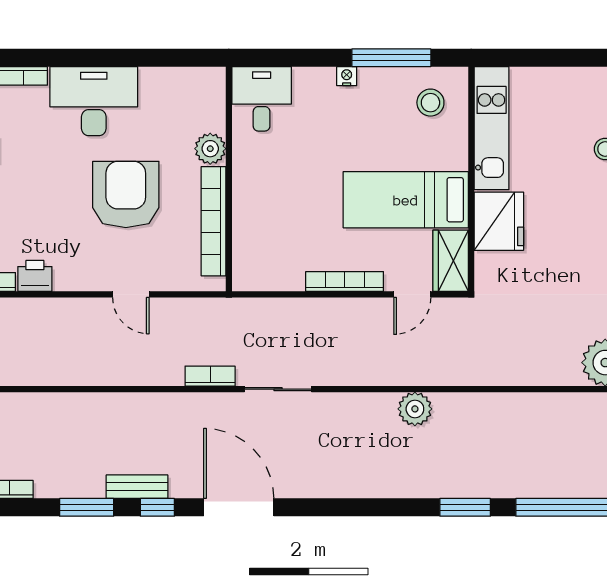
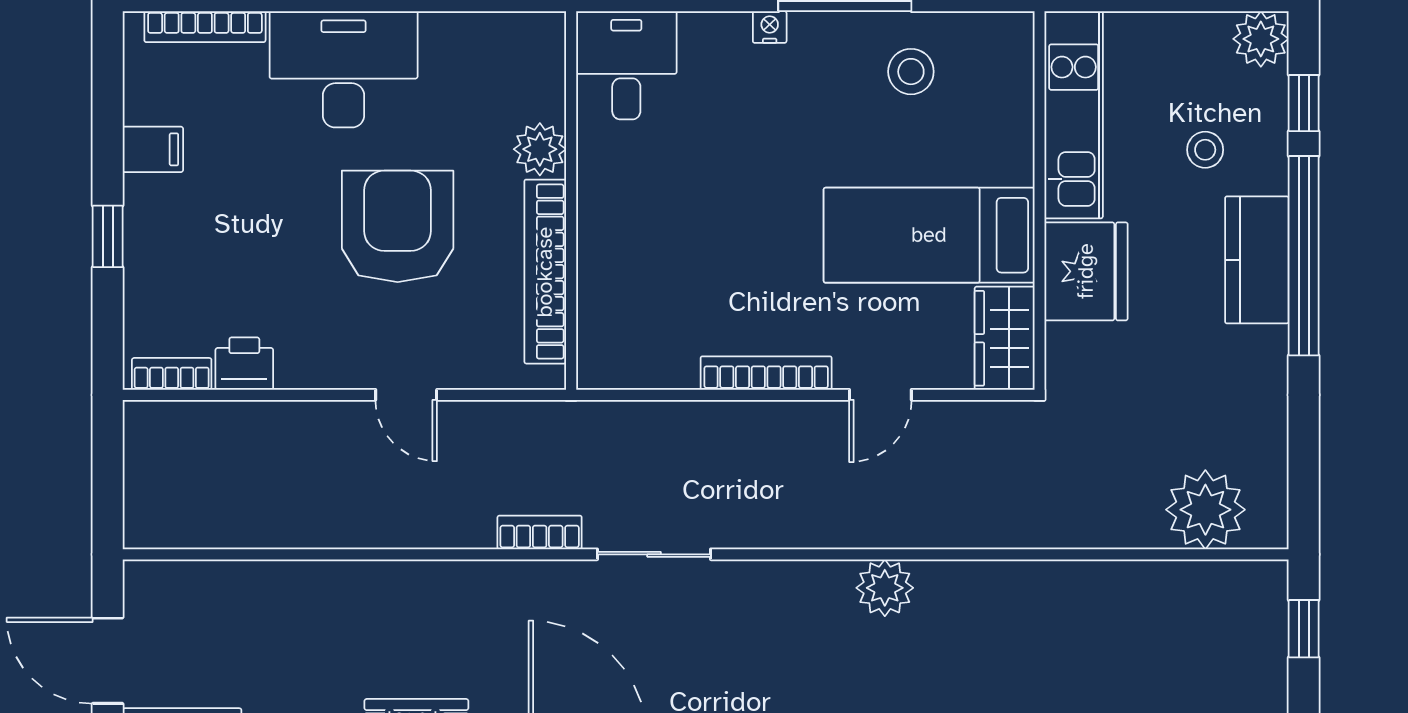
kitchen unit: (492, 128) -> (1074, 115), moved
wall: (471, 179) -> (1039, 200), moved
bed: (406, 200) -> (929, 235), moved
fridge: (499, 221) -> (1086, 271), moved
wardrobe: (451, 261) -> (1005, 338), moved

